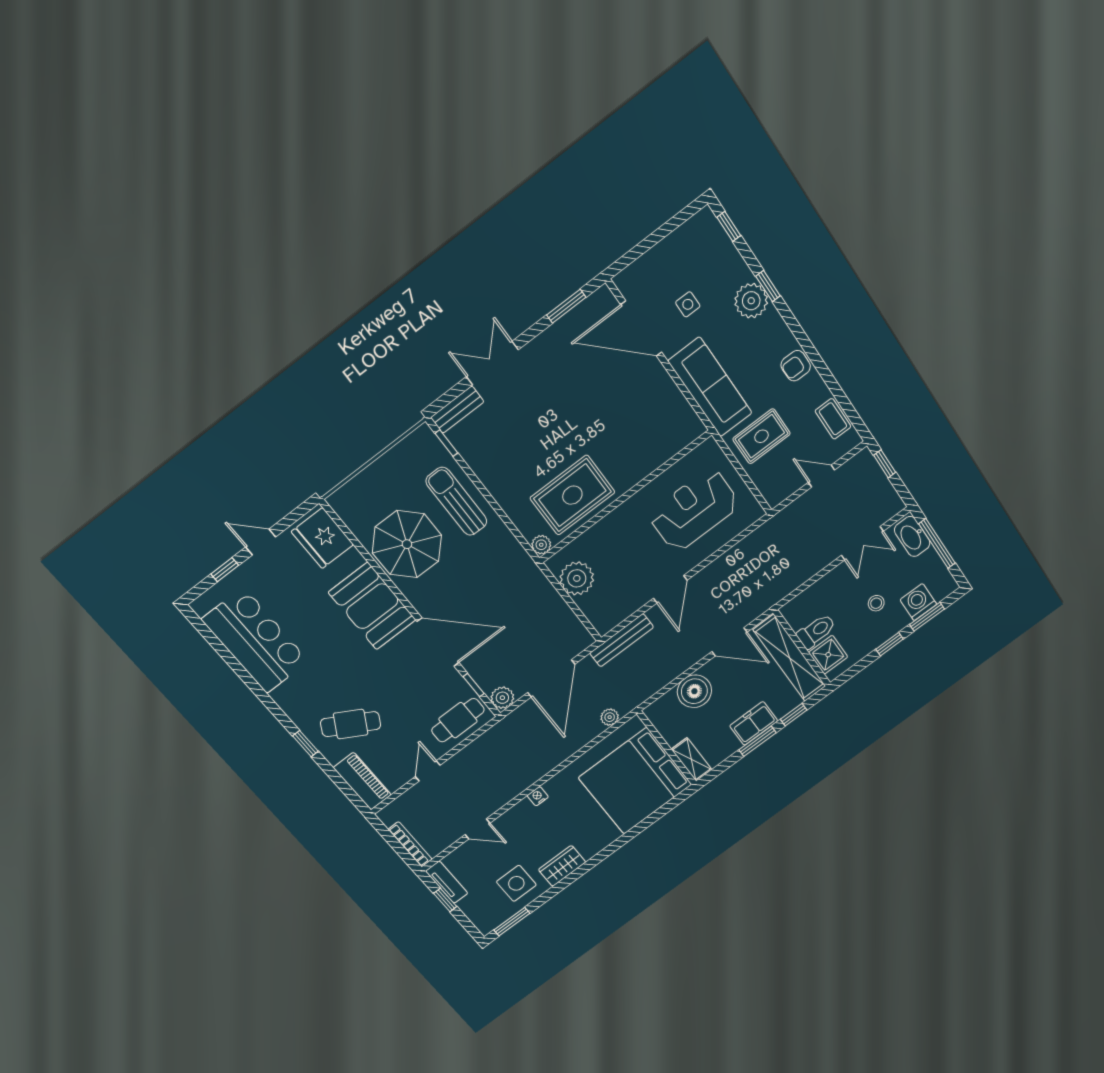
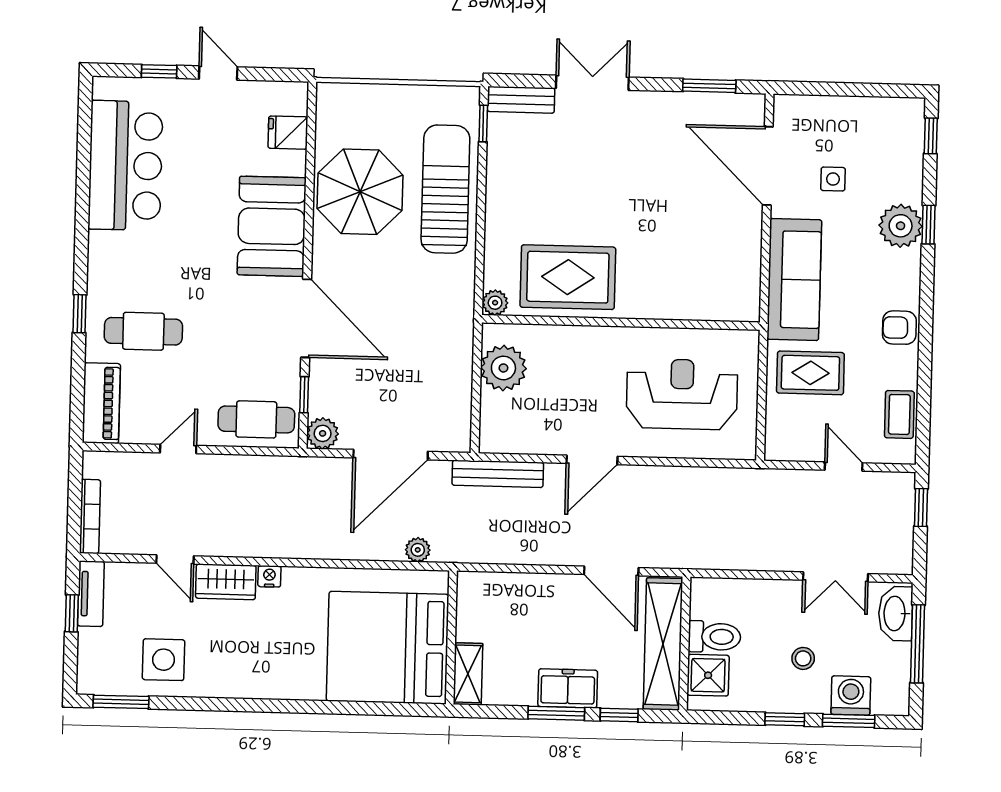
sun lounger: (456, 501) -> (445, 189), width x1.36, depth x1.34
fridge: (322, 538) -> (288, 133), width x0.53, depth x0.75
boiler: (694, 691) -> (531, 596), removed
cafe table: (351, 724) -> (143, 331), turned -30
wardrobe: (562, 866) -> (226, 582), moved, turned 180

